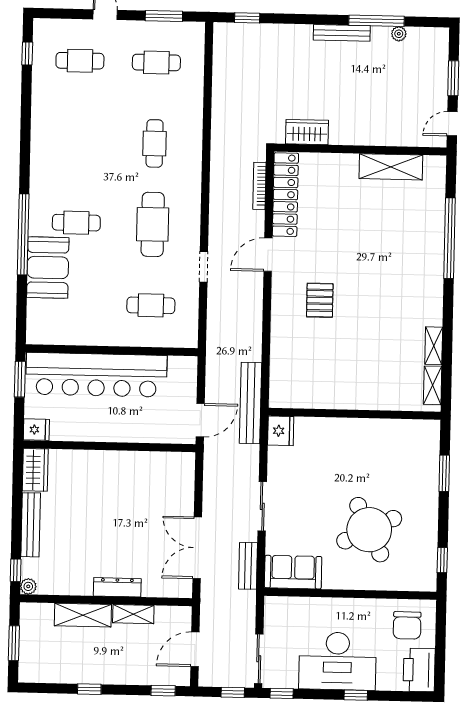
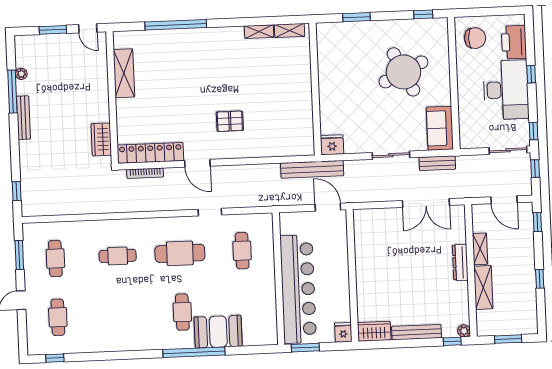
printer: (419, 670) -> (514, 42), moved, turned 90

